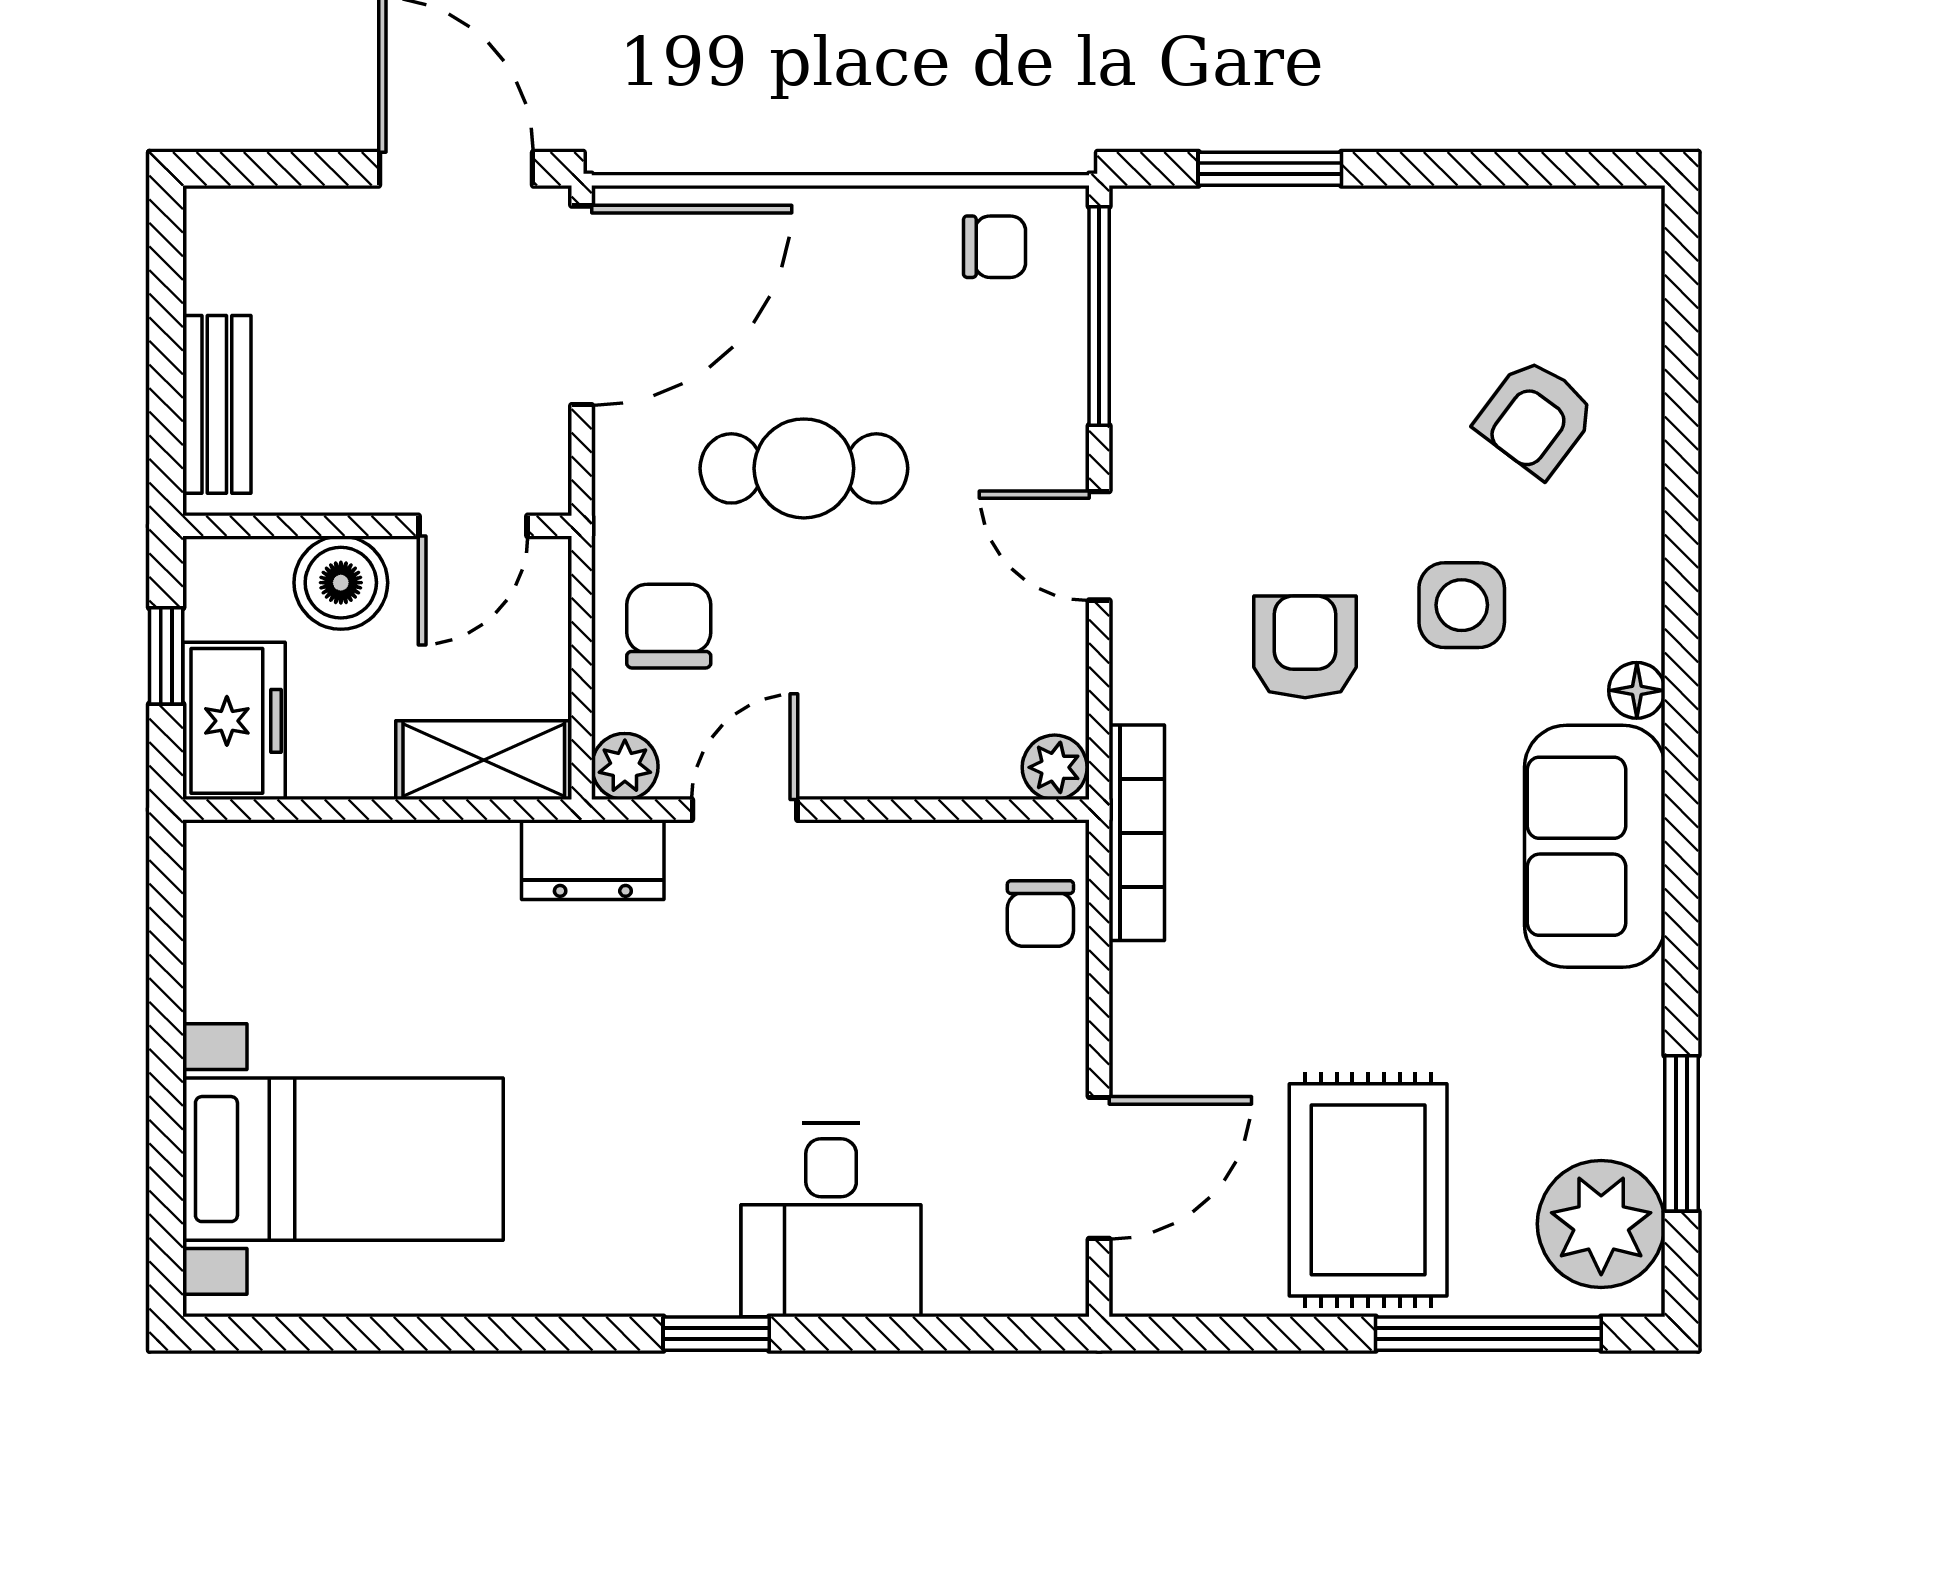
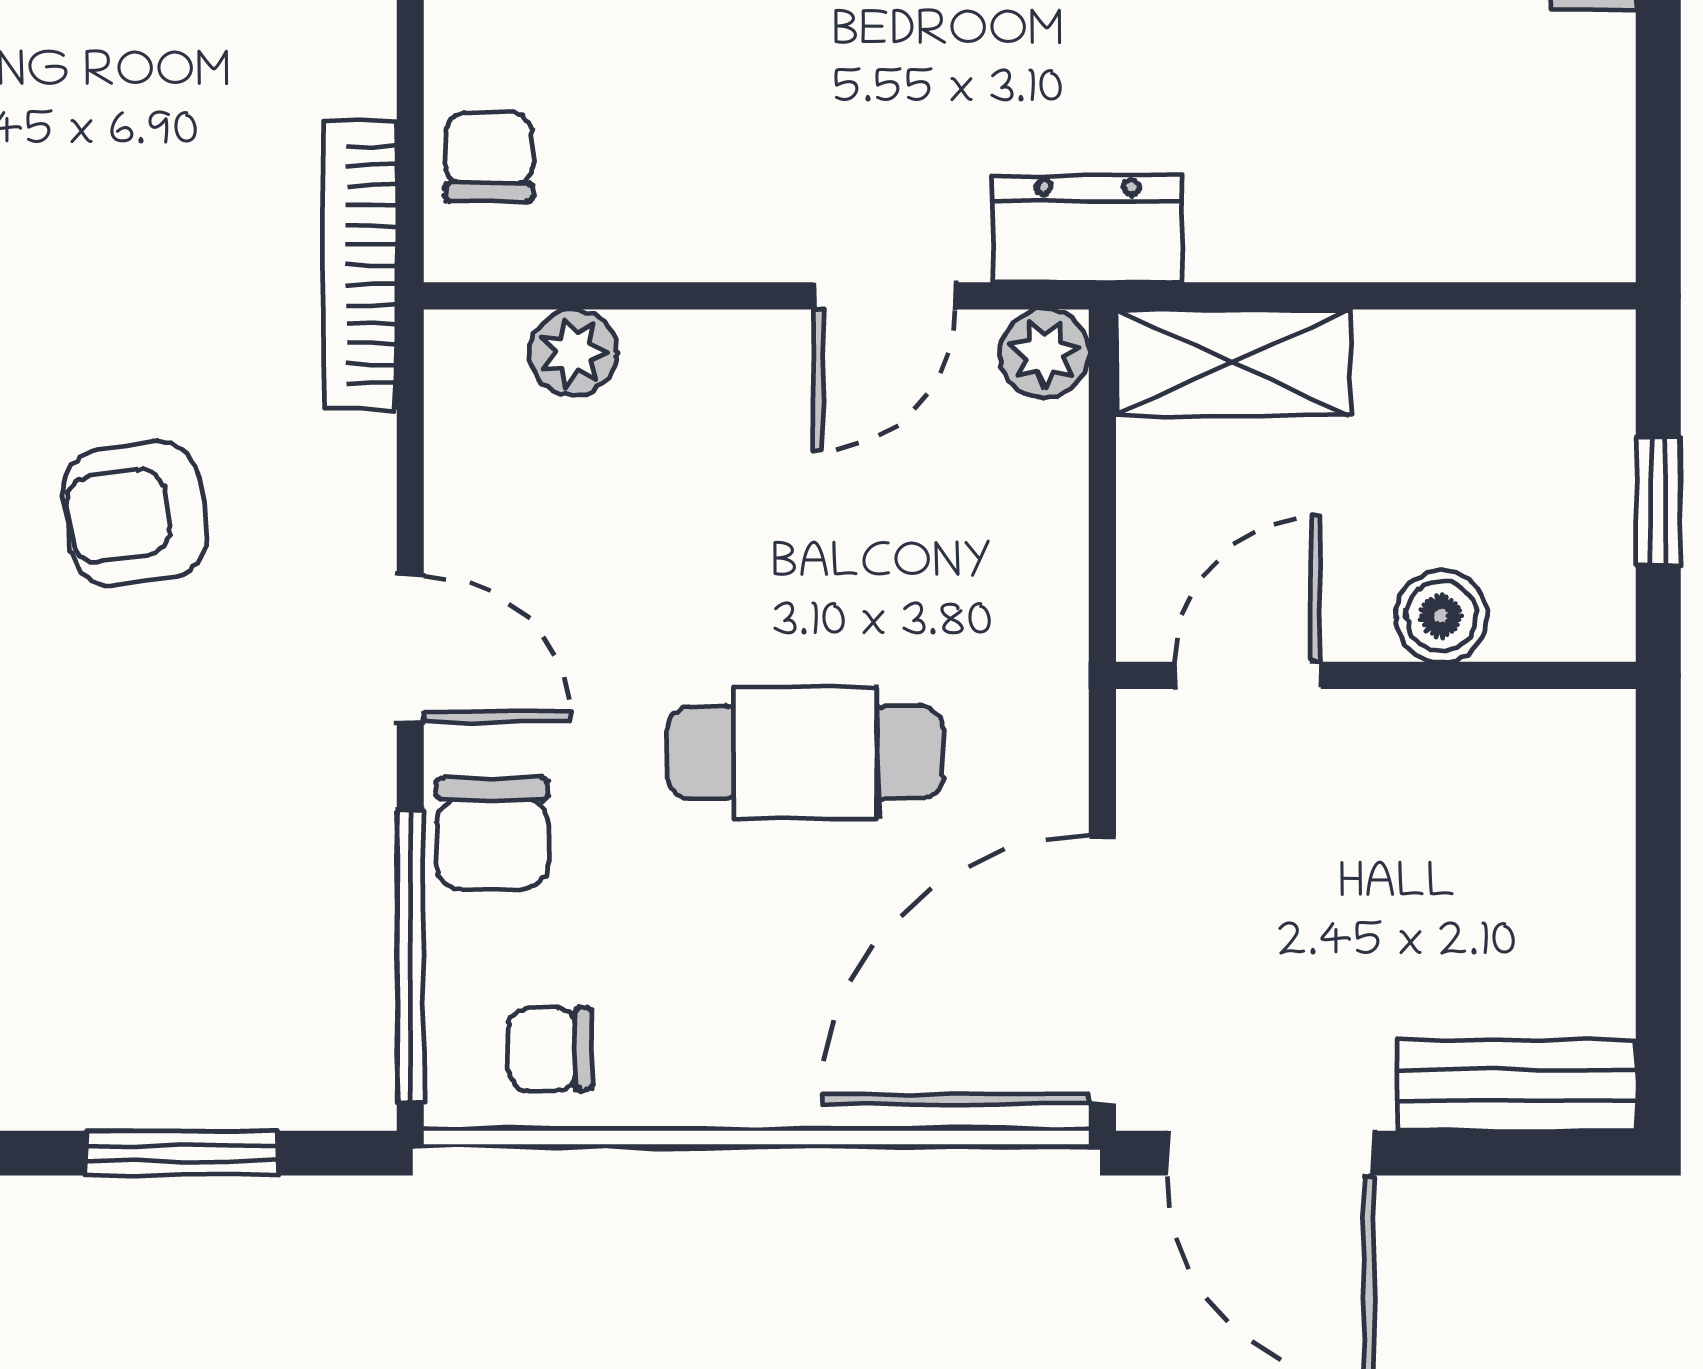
bench: (217, 404) -> (1517, 1085), moved, turned 90
boiler: (341, 583) -> (1441, 616), width x0.73, depth x0.73
chair: (669, 626) -> (492, 834), moved
armchair: (1305, 647) -> (135, 514), turned 82
freezer: (234, 721) -> (1567, 415), removed
plant: (1055, 767) -> (573, 353), moved

